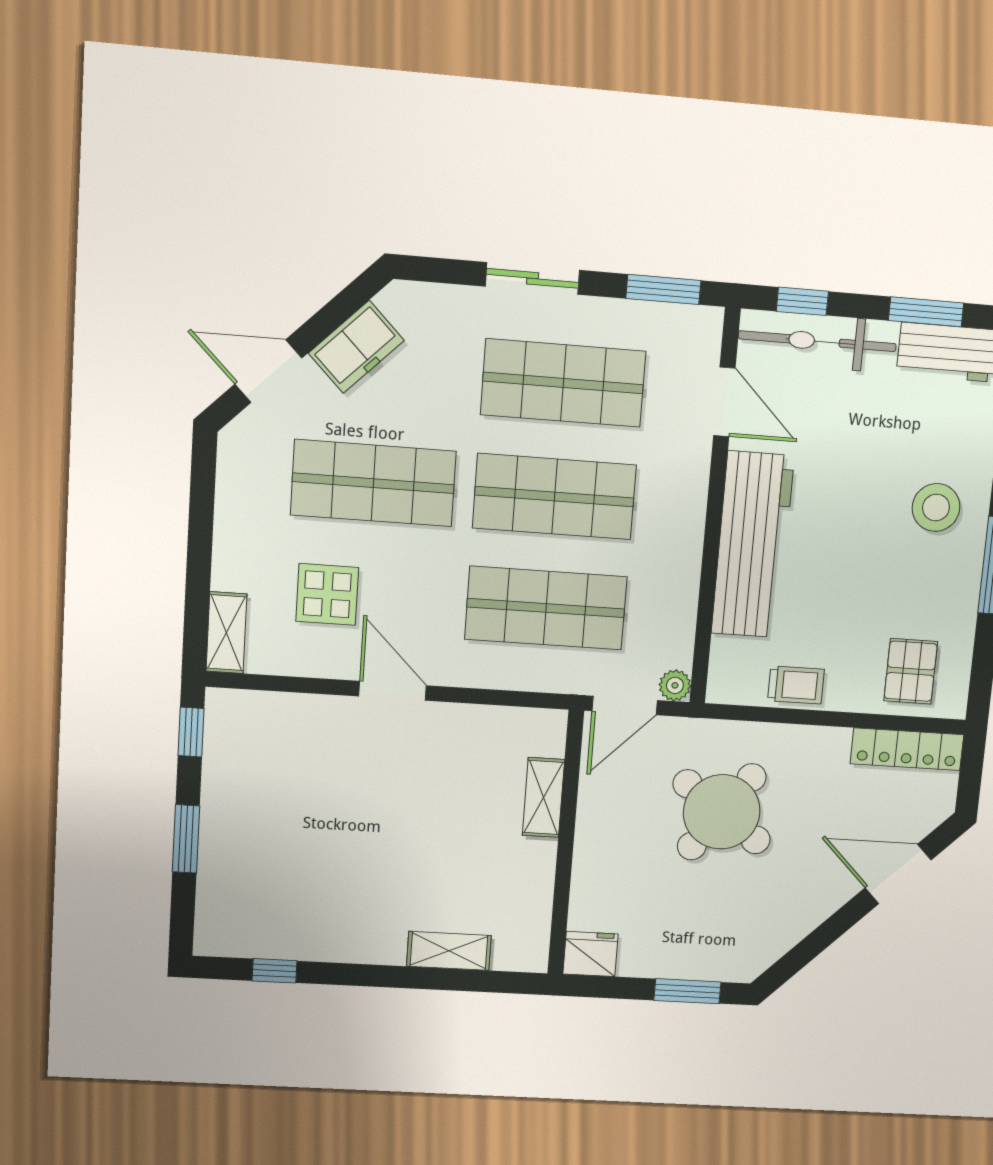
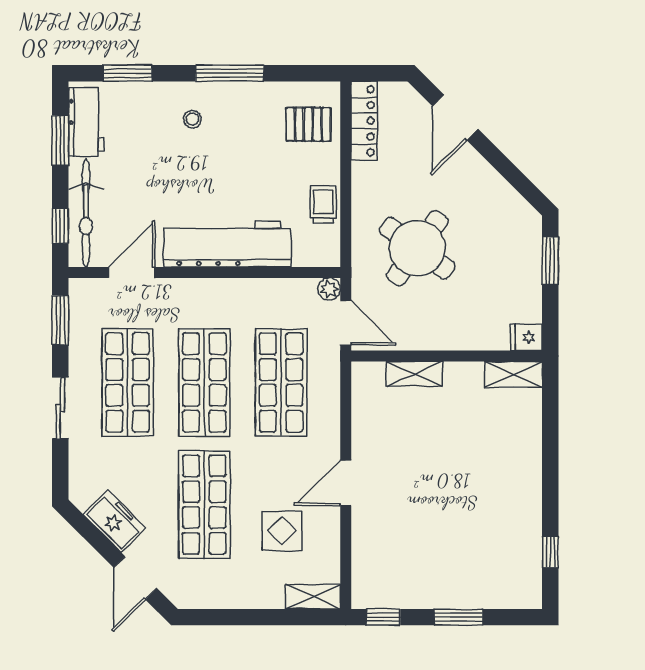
stool: (936, 507) -> (192, 119), width x0.53, depth x0.53
shelving: (449, 951) -> (513, 374), moved, turned 90
fridge: (590, 954) -> (526, 337), width x0.72

